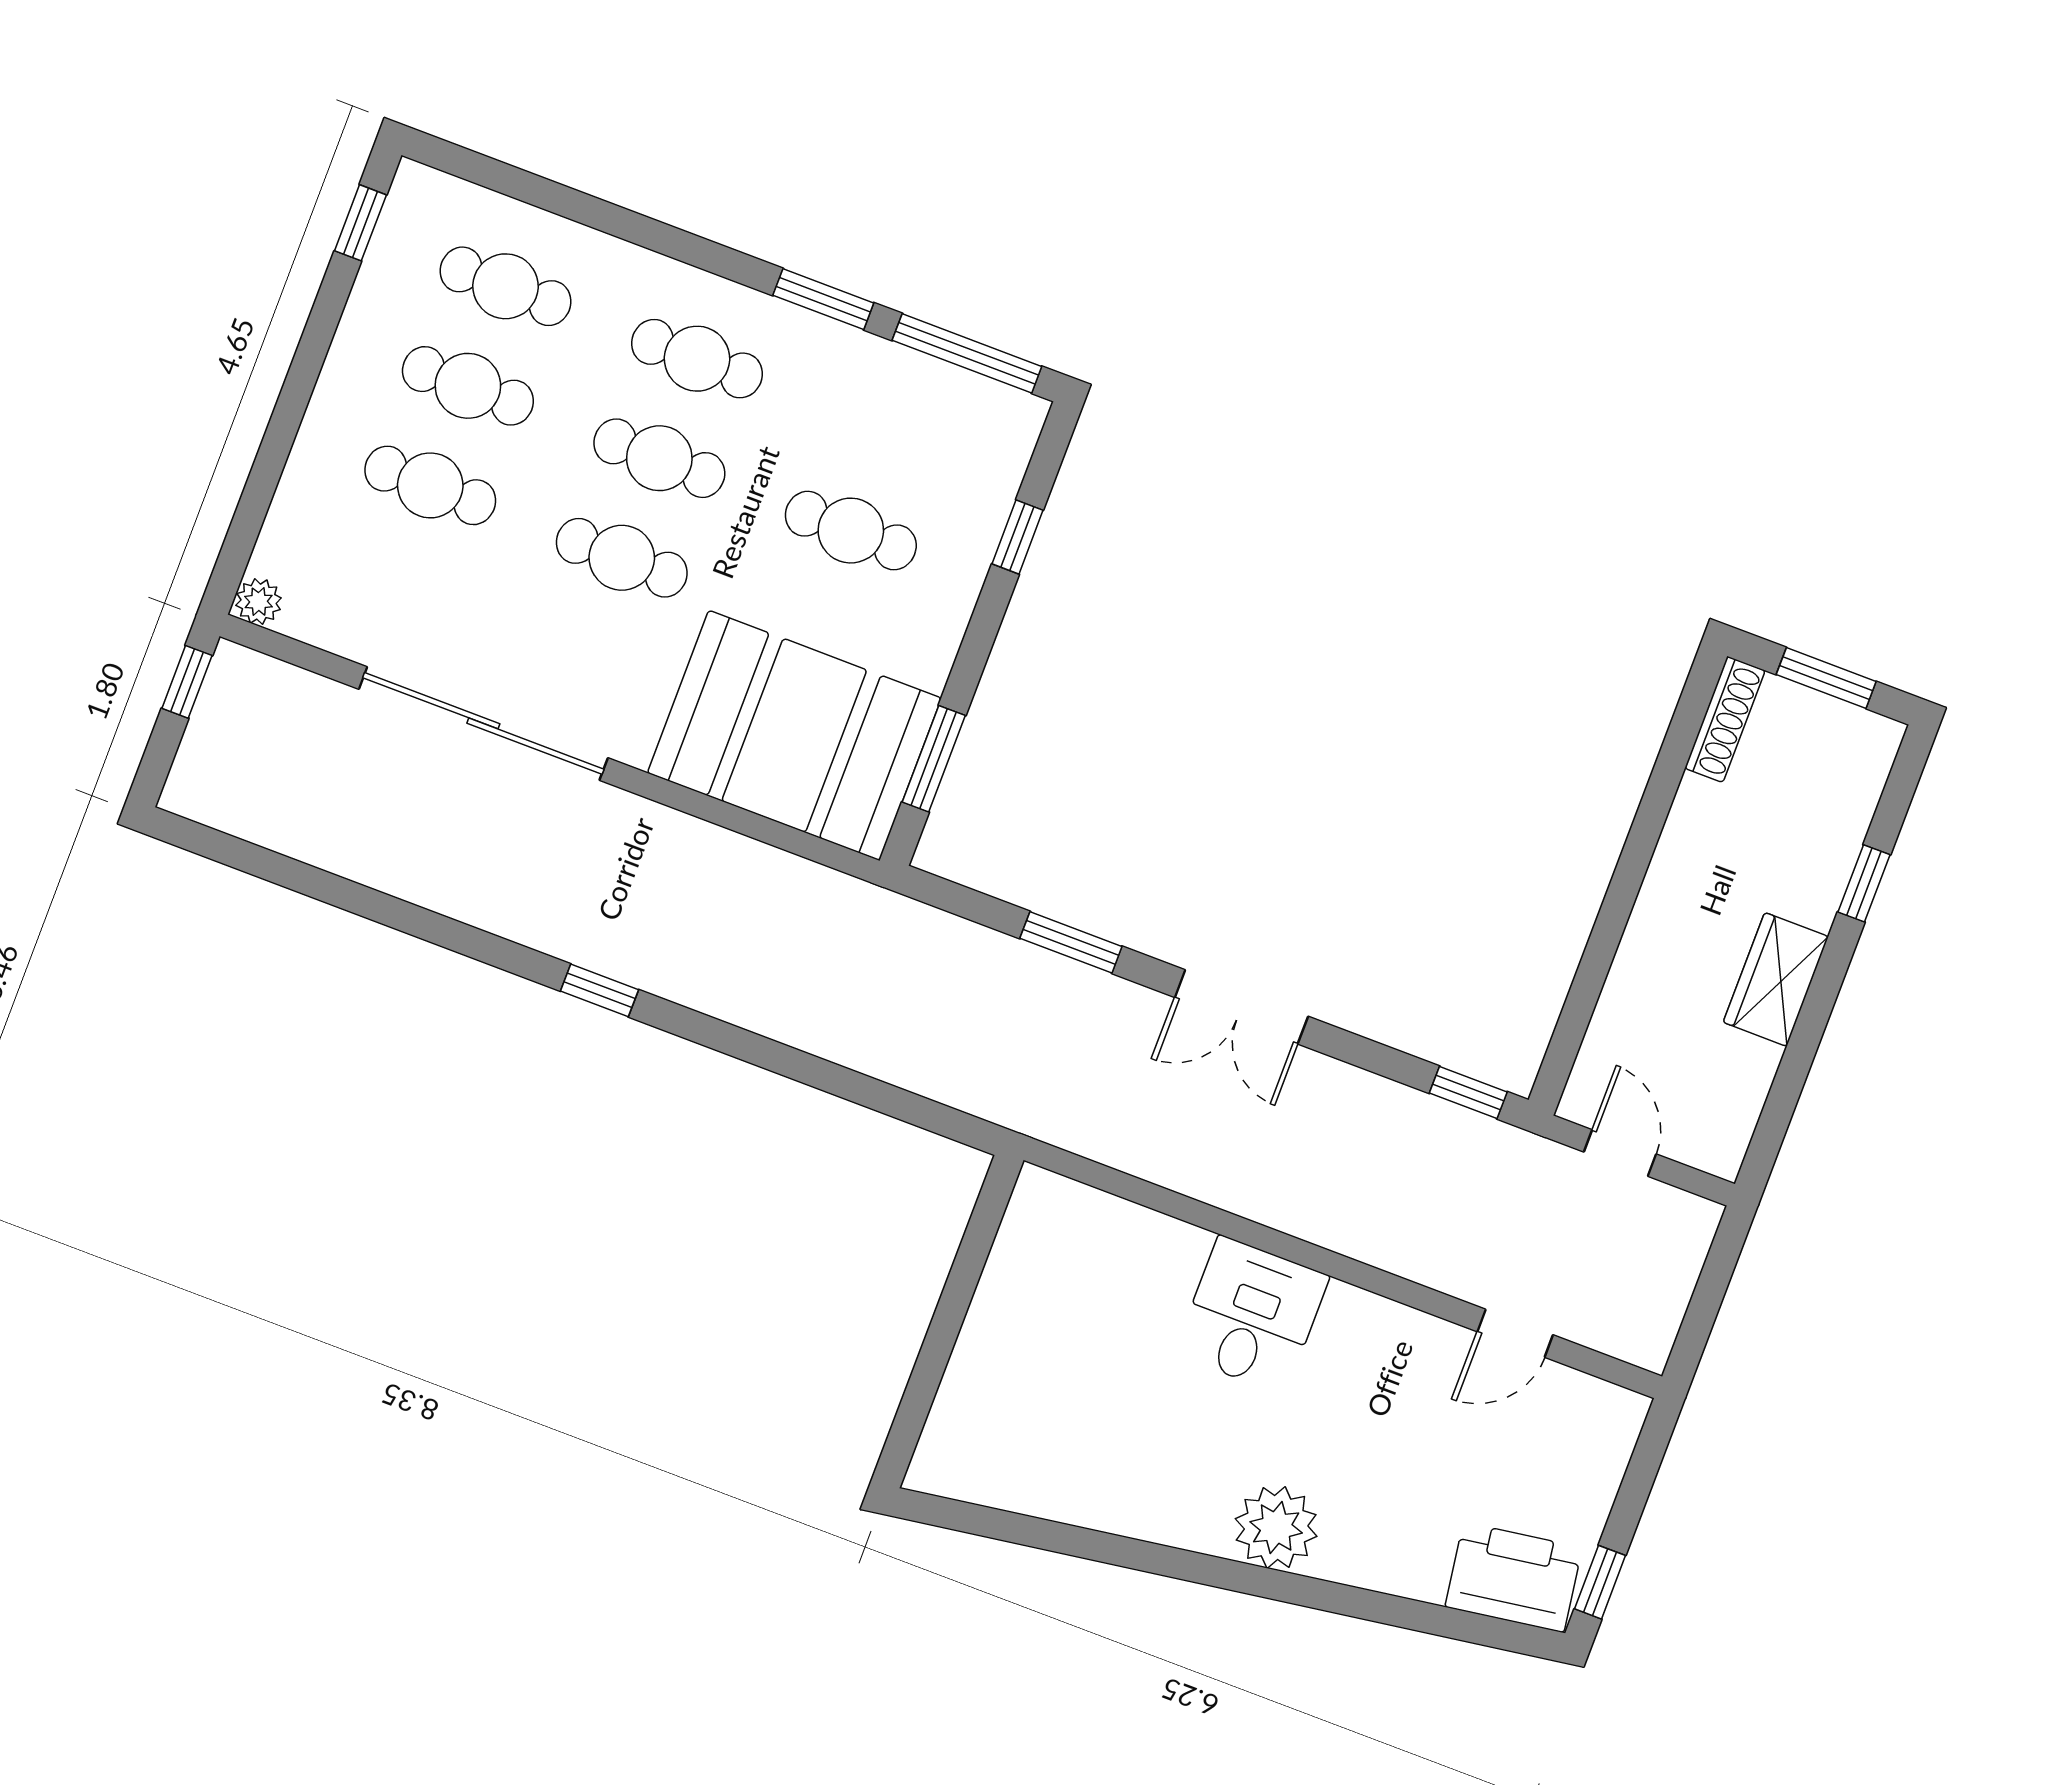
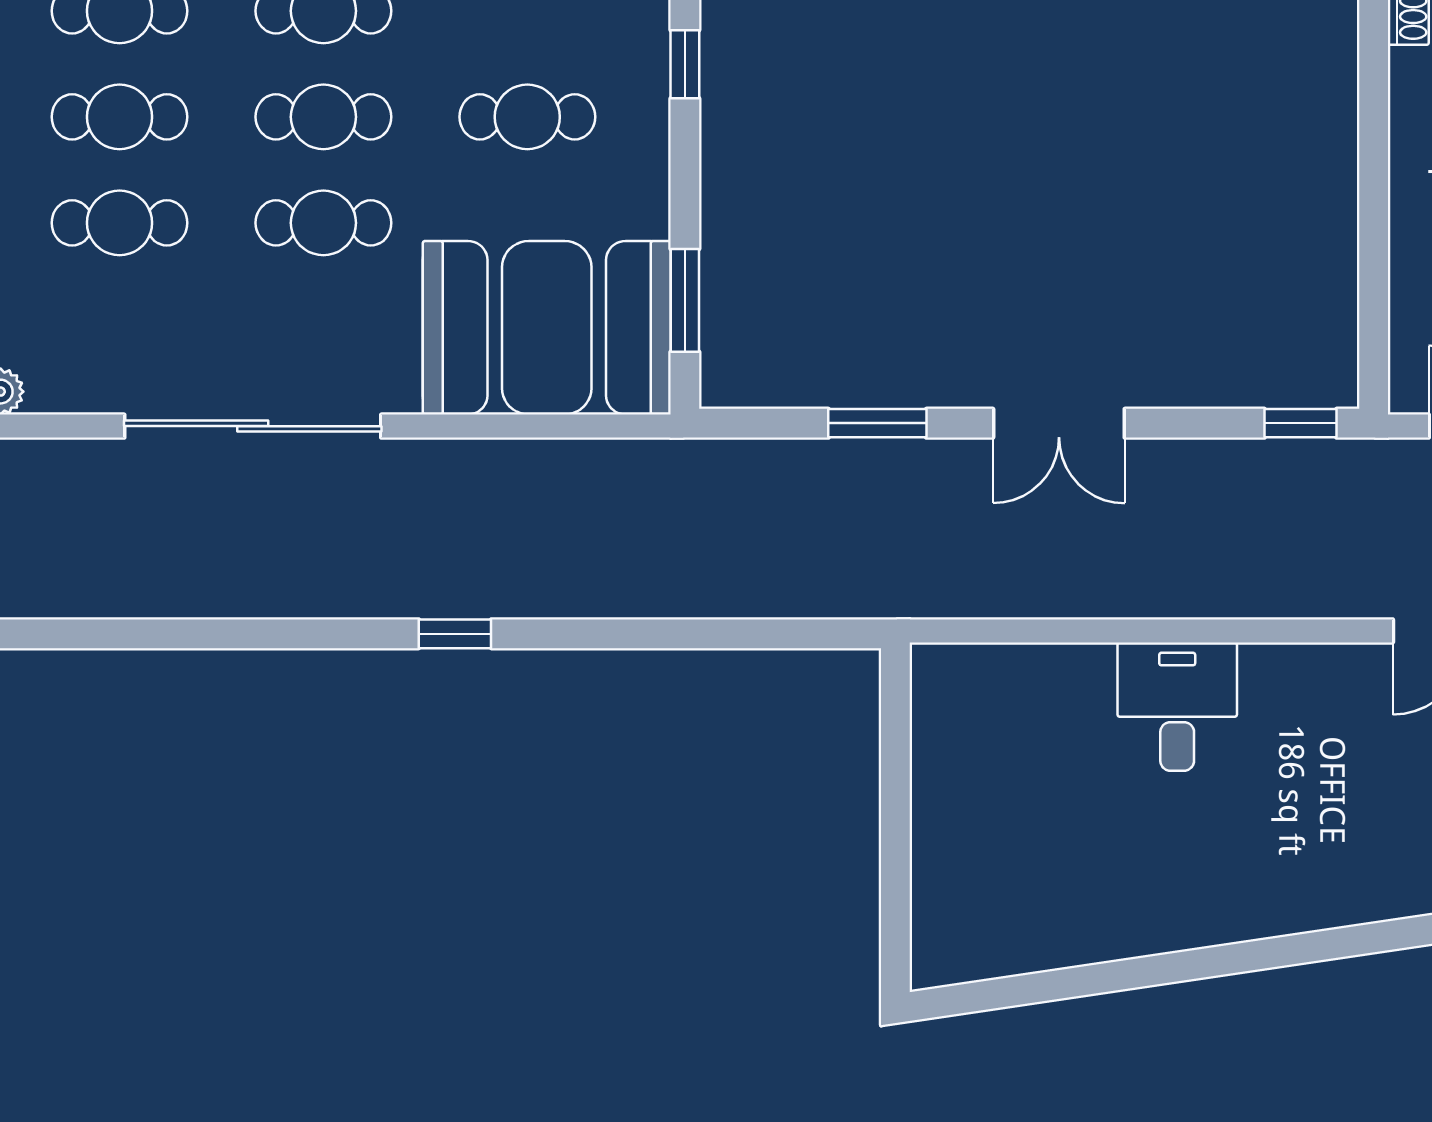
plant: (1276, 1527) -> (1275, 896), removed

